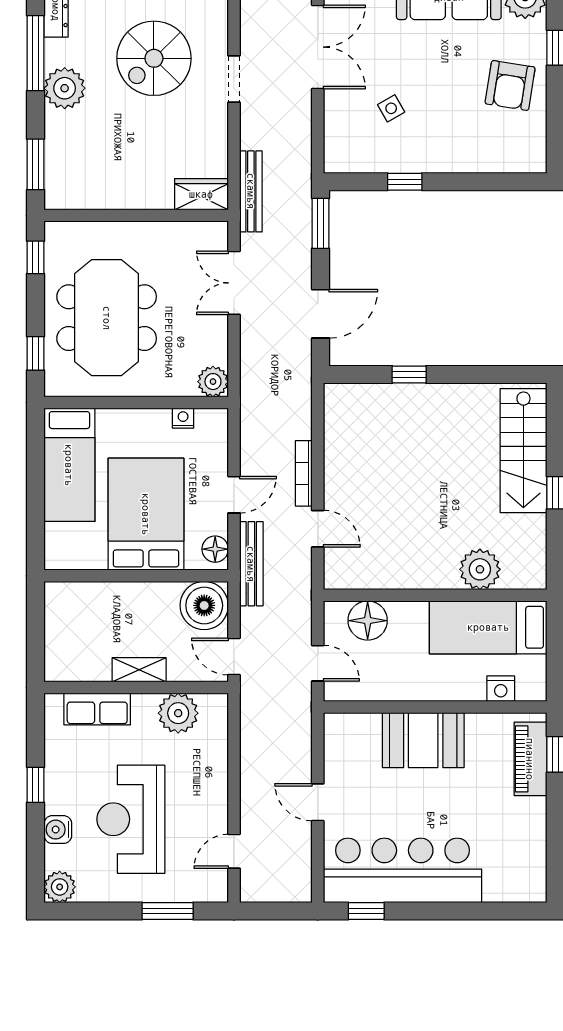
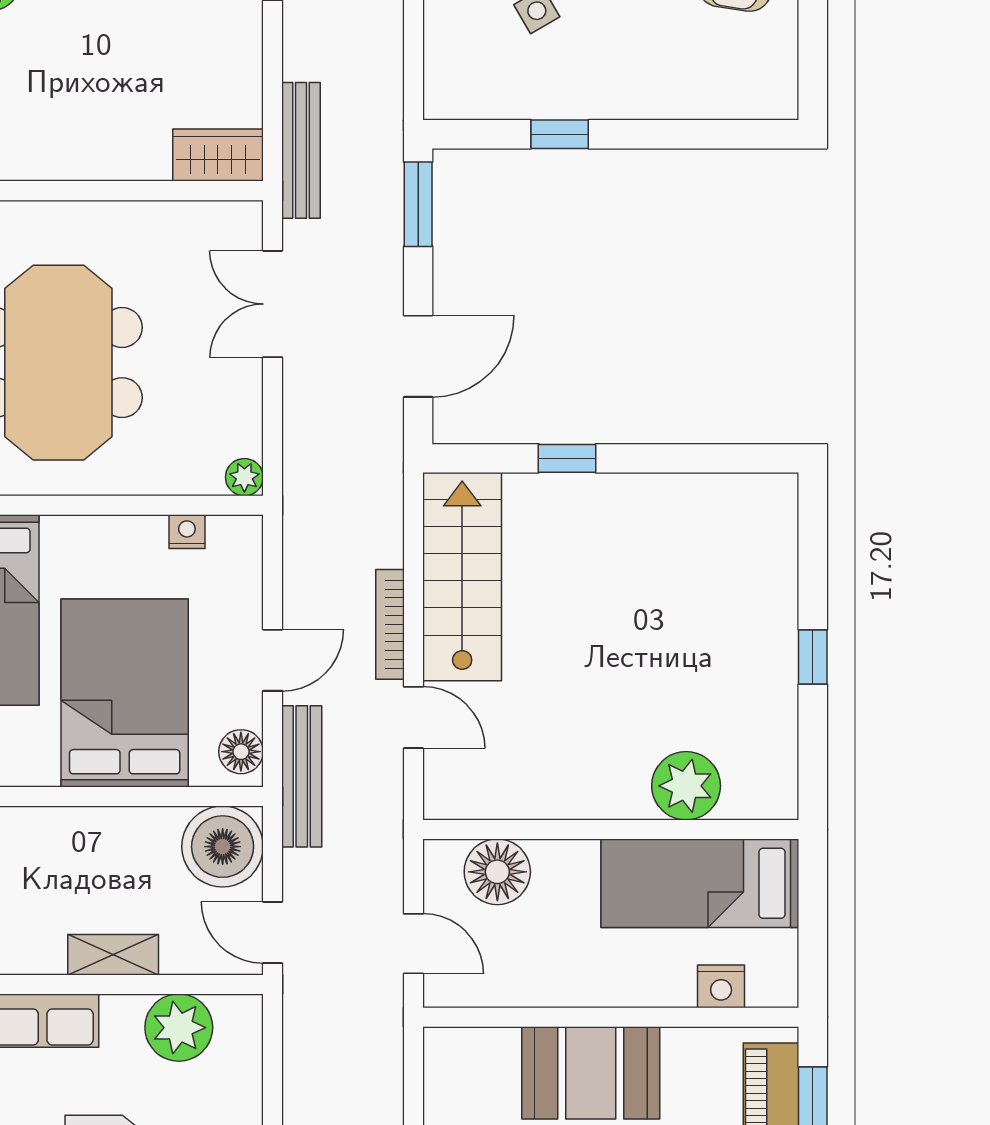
plant: (213, 382) -> (244, 477), width x0.73, depth x0.73
stairs: (523, 451) -> (462, 577), moved, turned 180

